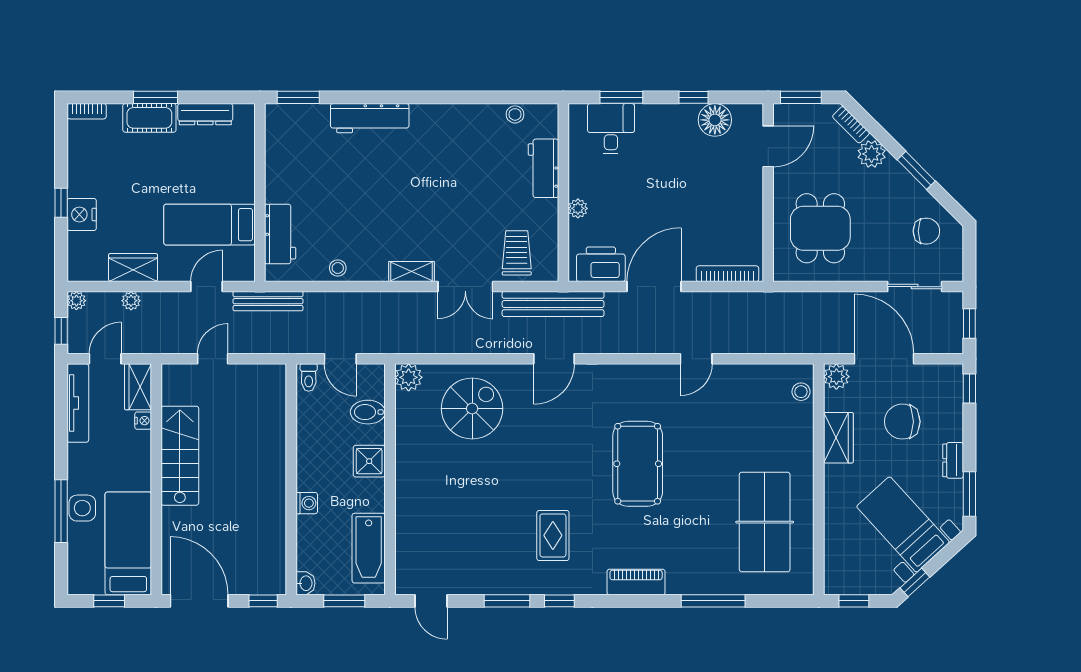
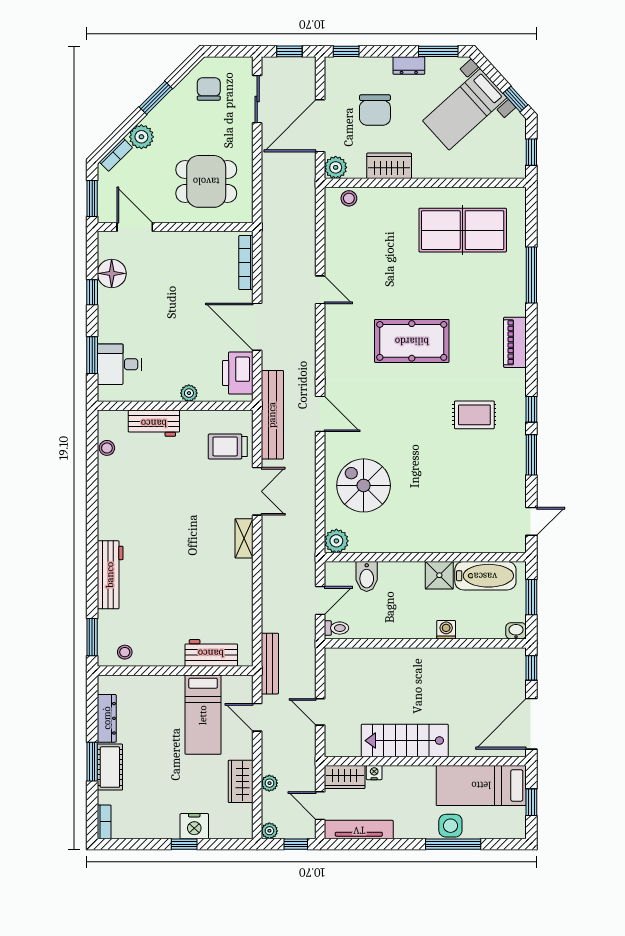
stool: (338, 268) -> (125, 652), moved
shower: (369, 461) -> (439, 575), moved

